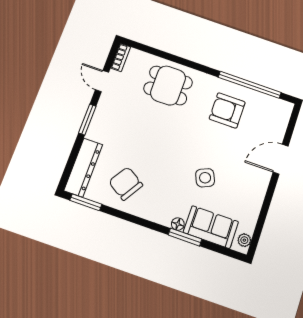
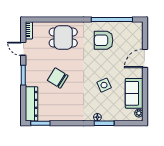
chair: (126, 184) -> (58, 78), moved
sofa: (211, 227) -> (134, 93), moved, turned -90

